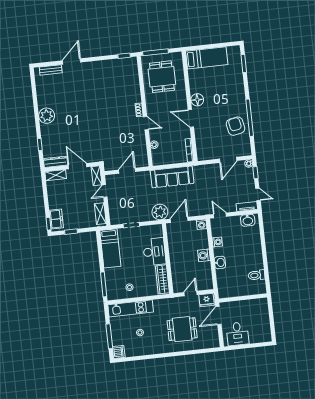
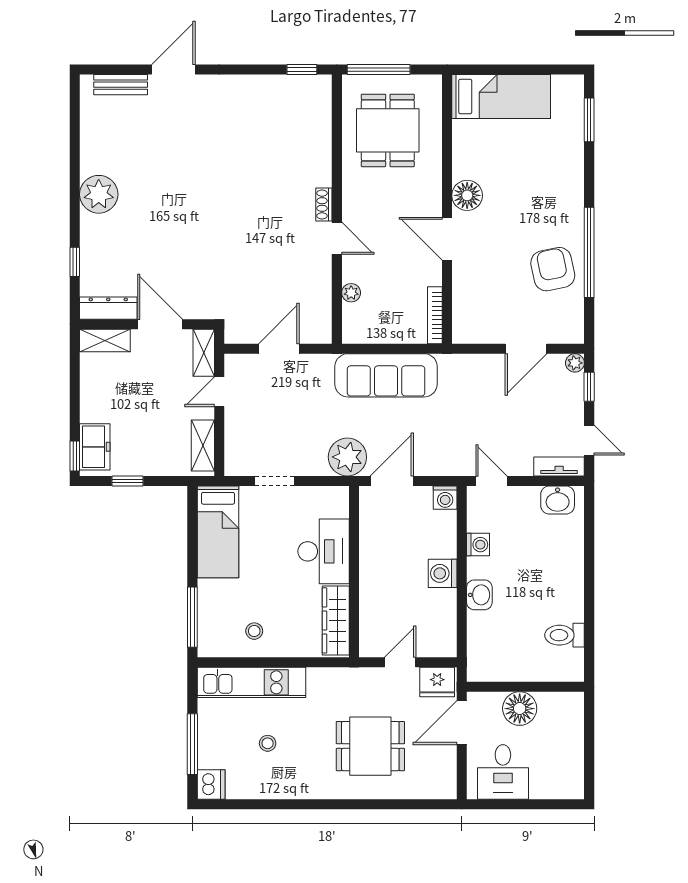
floor lamp: (241, 307) -> (520, 709), added

